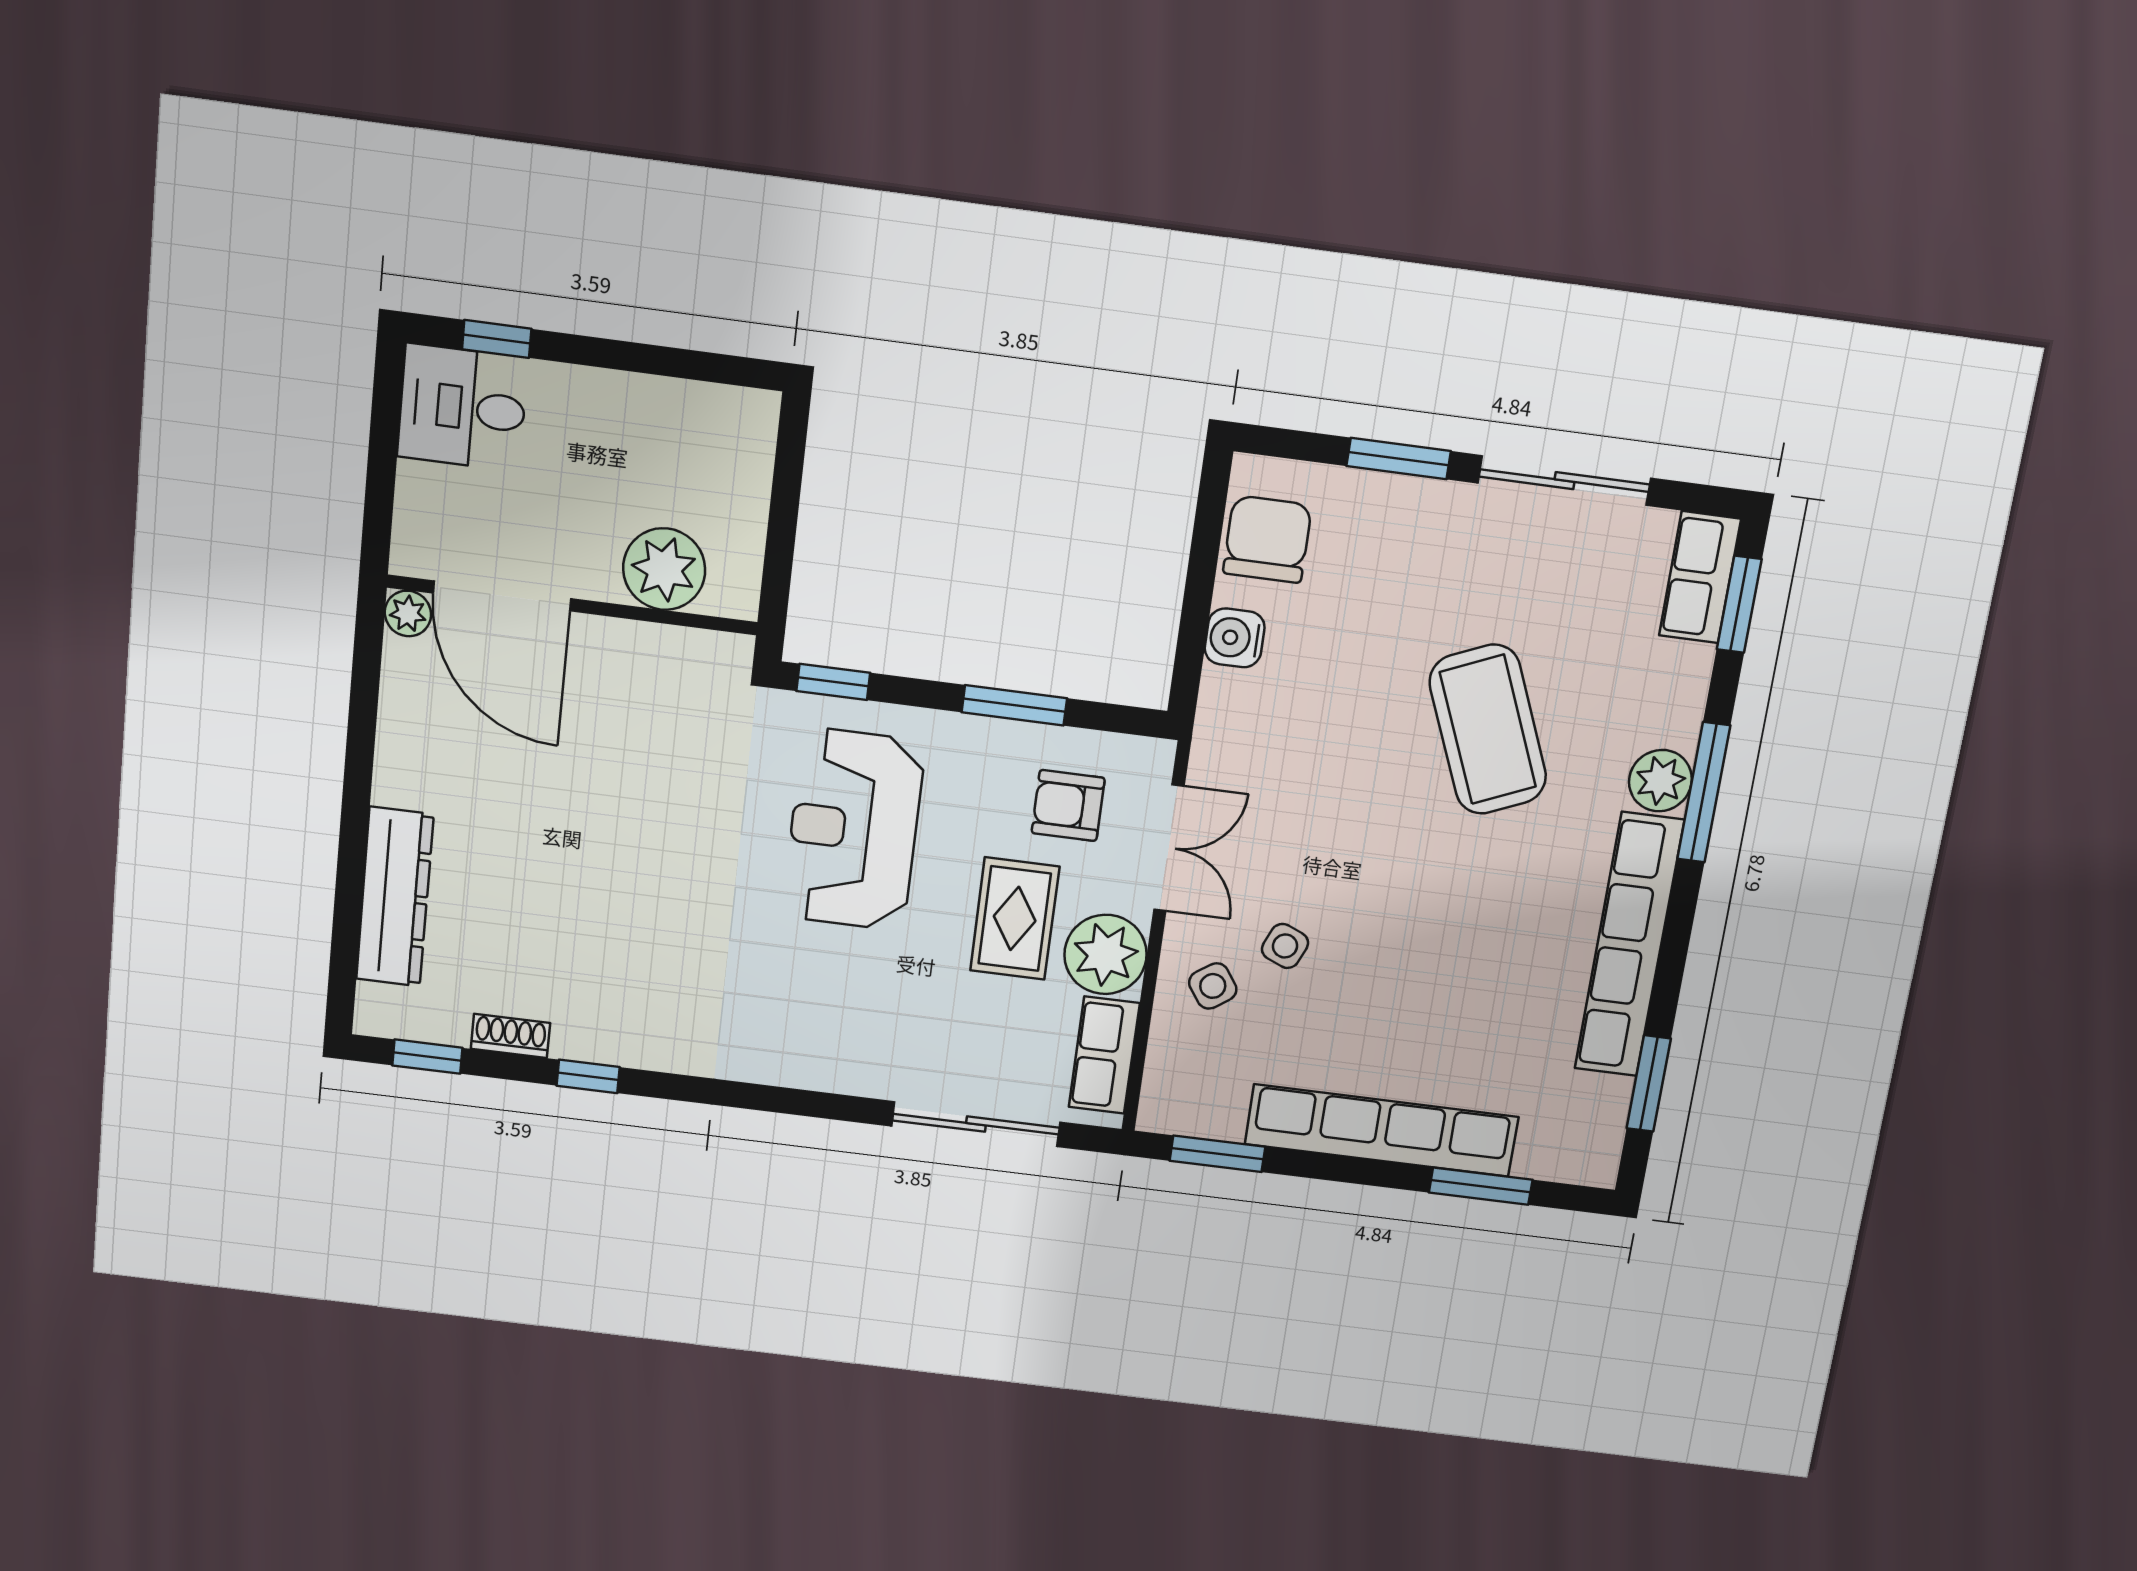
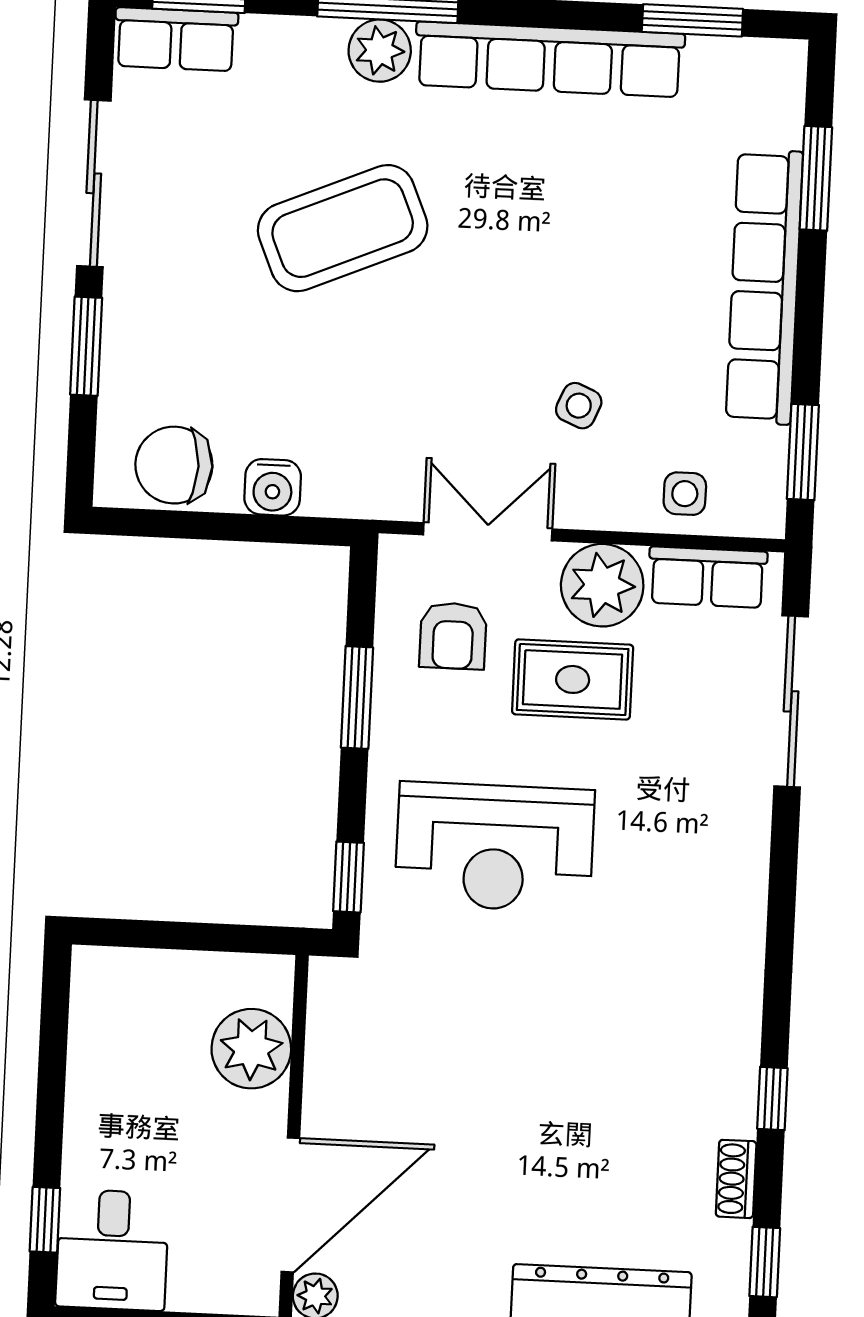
side table: (1213, 986) -> (685, 494), moved, turned 35

